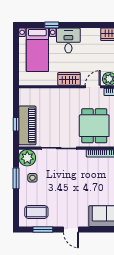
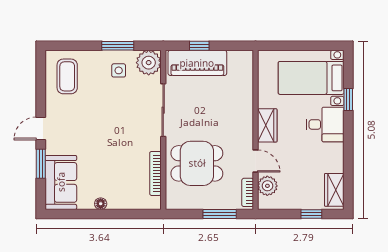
window: (43, 230) -> (41, 164), moved

